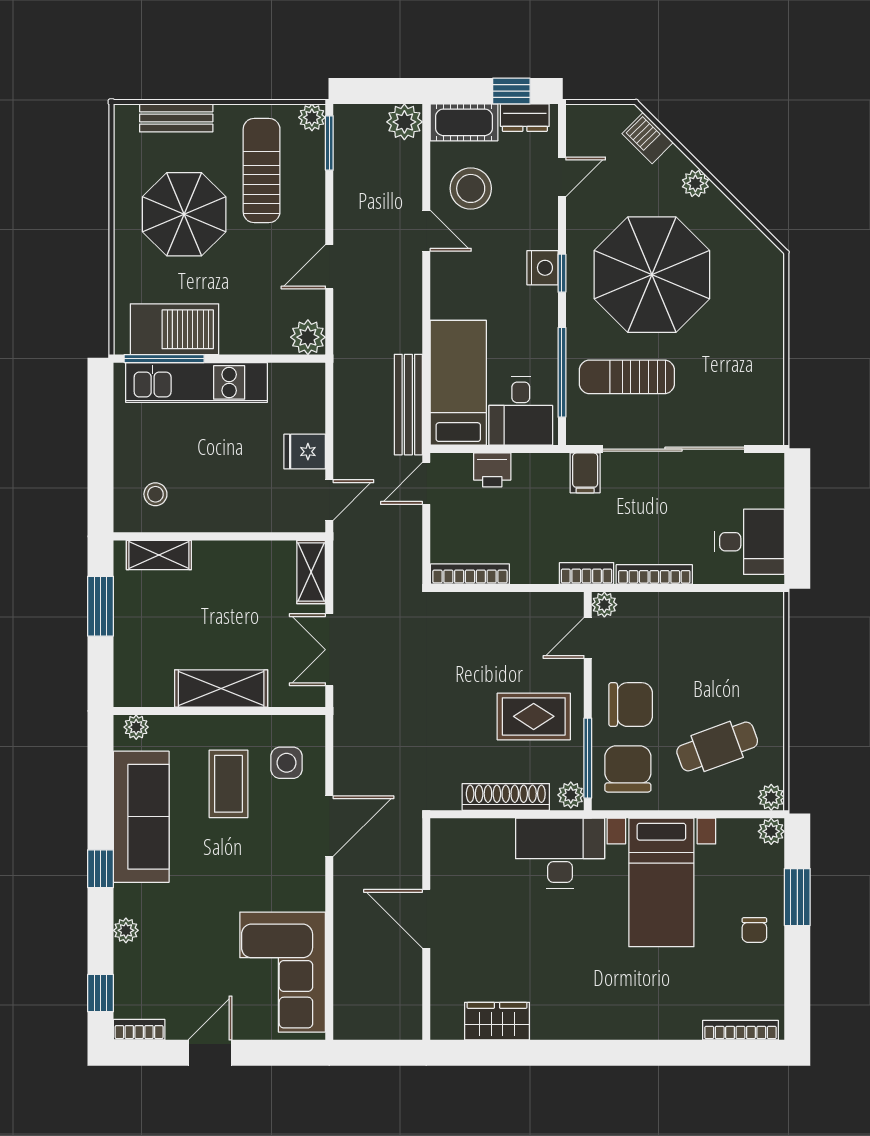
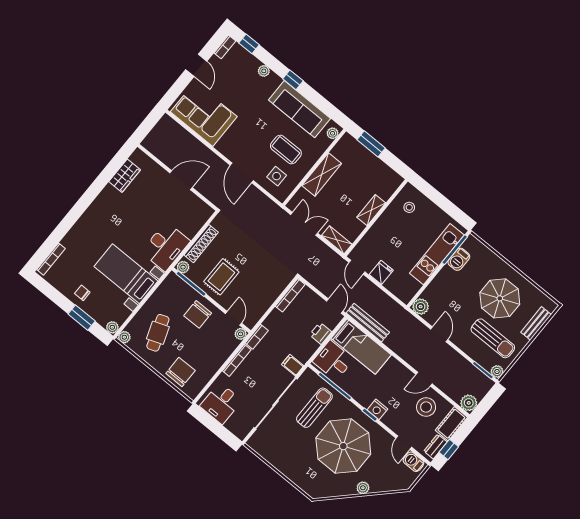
barbecue: (648, 138) -> (413, 462), moved, turned -135
barbecue: (174, 329) -> (459, 259), width x0.53, depth x0.65
shelving: (159, 555) -> (371, 210), moved
window: (100, 606) -> (371, 144), moved
chair: (628, 769) -> (180, 372), moved, turned -90

